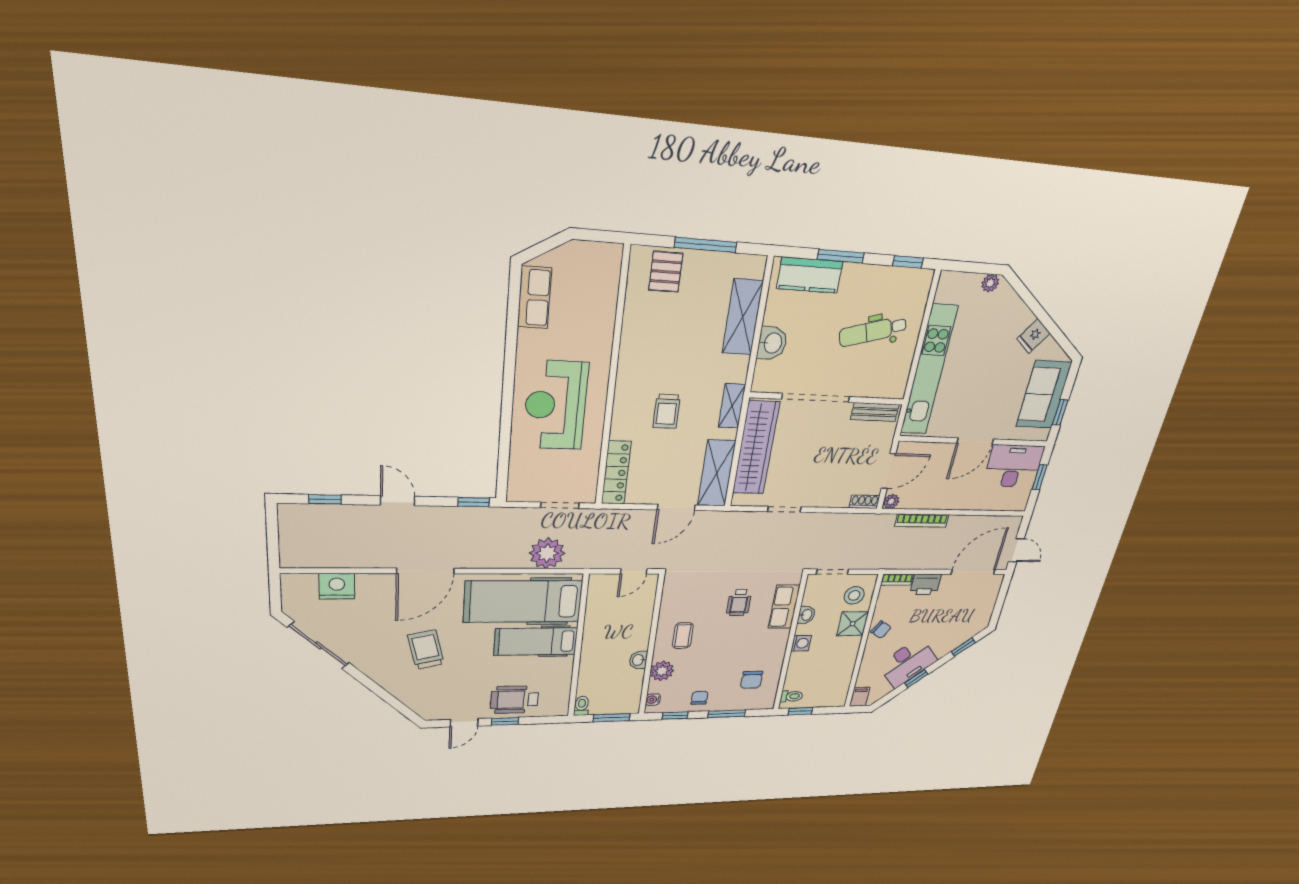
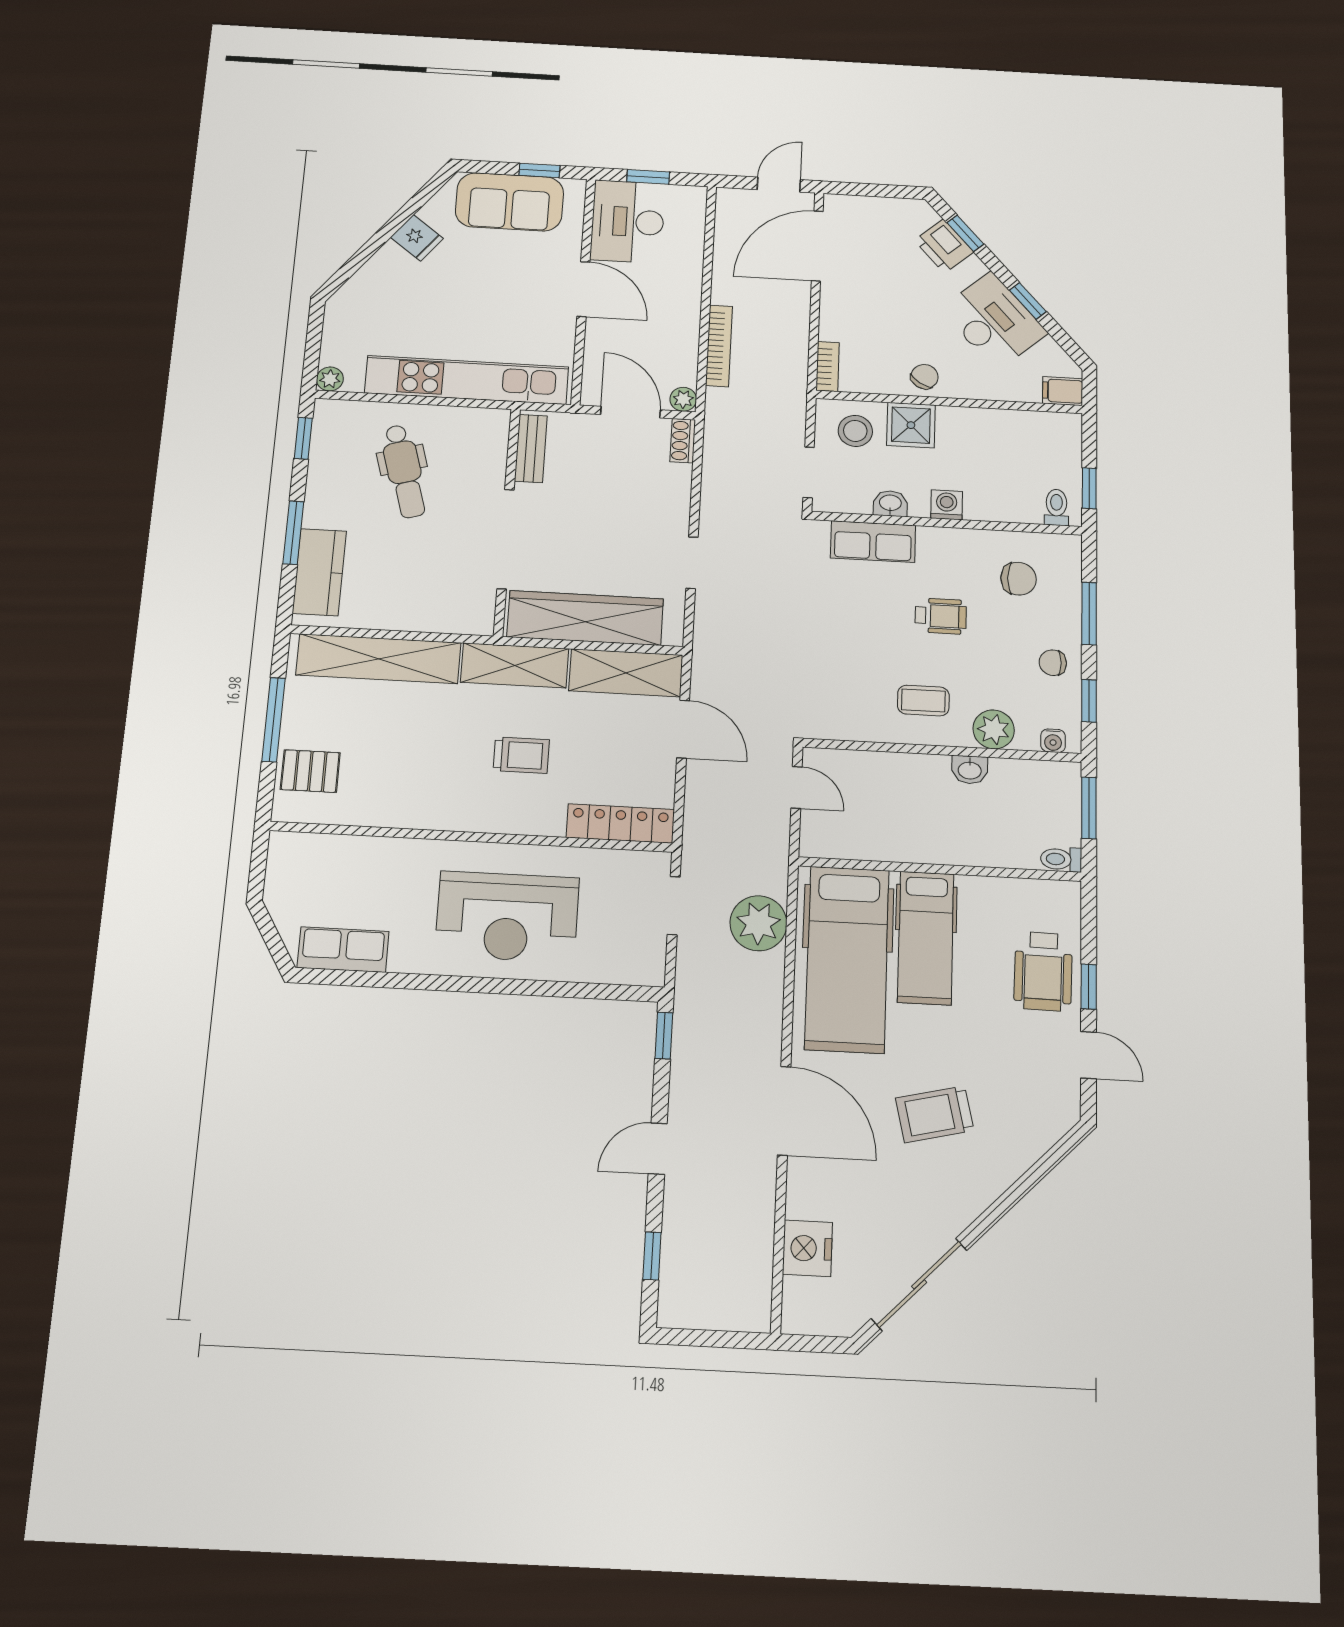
plant: (990, 283) -> (330, 379), moved
shelving: (743, 317) -> (379, 659), width x1.47
washbasin: (772, 343) -> (418, 613), removed
shelving: (732, 406) -> (515, 665), width x1.50, depth x1.33
door: (973, 572) -> (817, 246), hinge flipped
printer: (926, 584) -> (944, 246), moved, turned 138
wheelchair: (739, 603) -> (941, 616), moved

